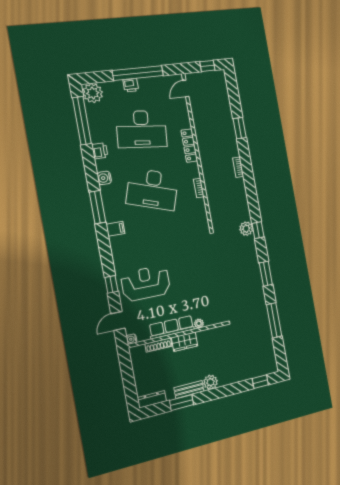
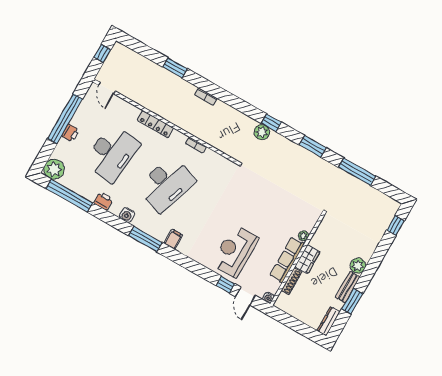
window: (111, 284) -> (225, 285), moved

